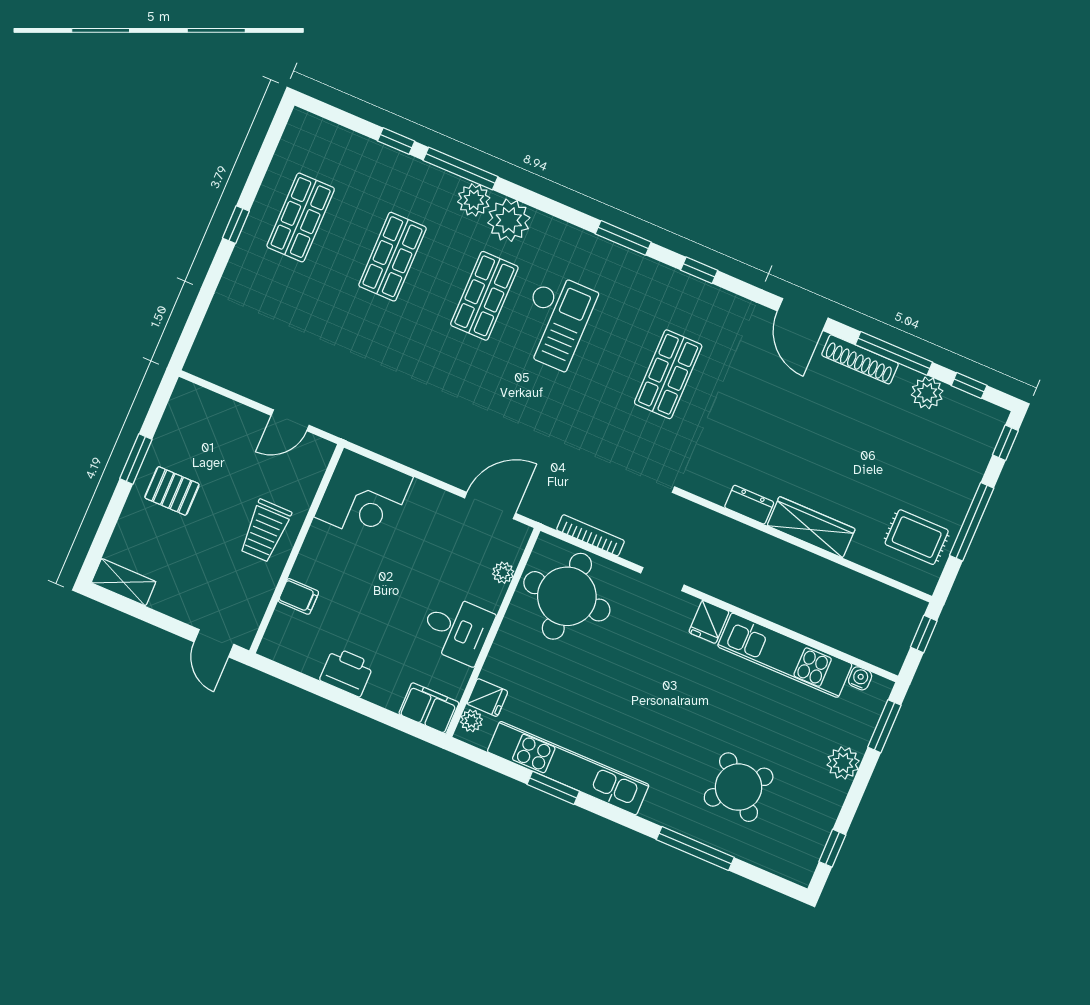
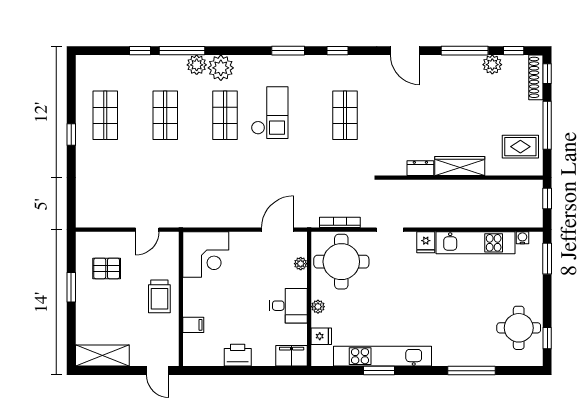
shoe rack: (860, 359) -> (536, 77), moved, turned 90
pallet: (172, 491) -> (107, 268), moved
shelving: (124, 582) -> (102, 355), width x1.50, depth x1.33
plant: (471, 721) -> (318, 307), moved
plant: (843, 763) -> (533, 289), removed
round table: (739, 787) -> (519, 328), moved, turned 45

